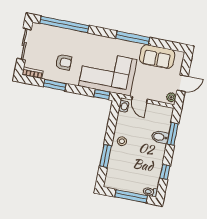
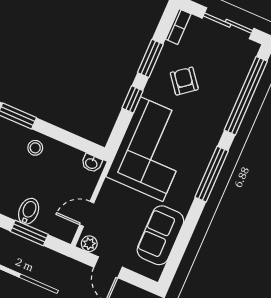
window: (133, 38) -> (212, 174), moved
armchair: (64, 62) -> (184, 81), turned 142
window: (102, 94) -> (133, 99), moved
door: (140, 100) -> (87, 214), moved

